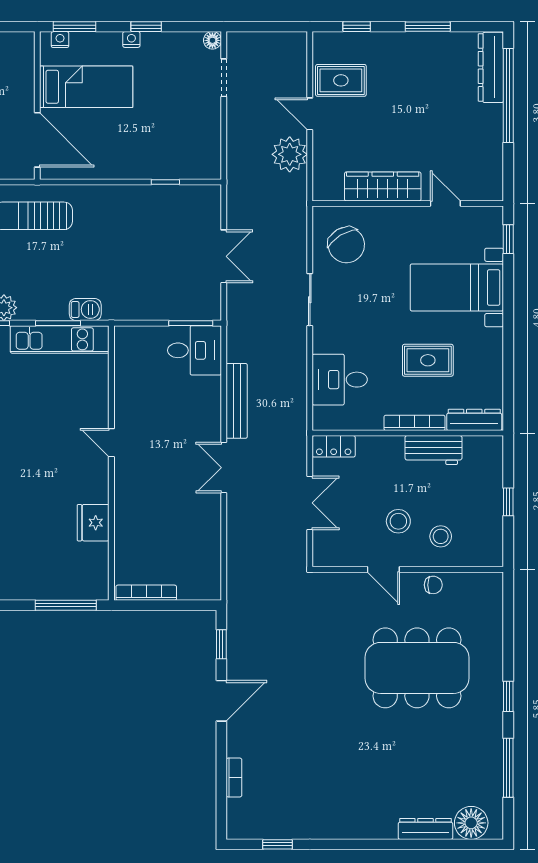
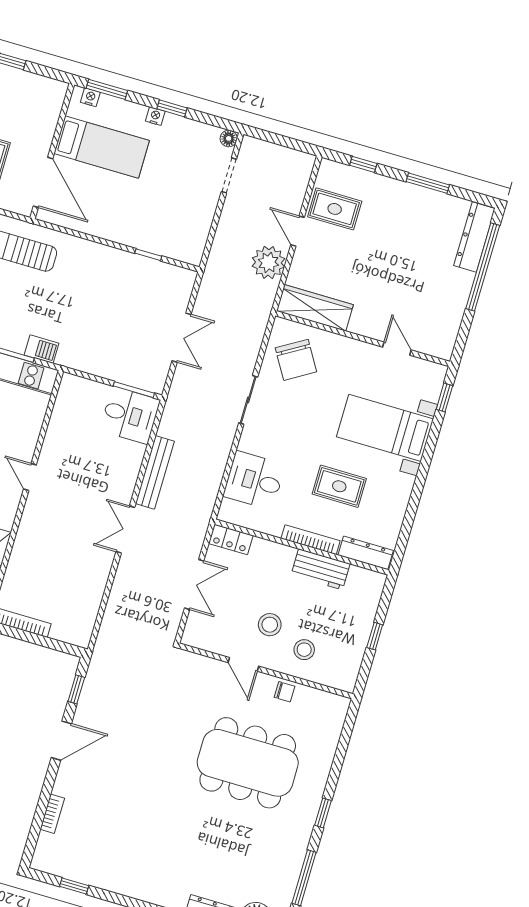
wardrobe: (383, 186) -> (315, 308), moved

